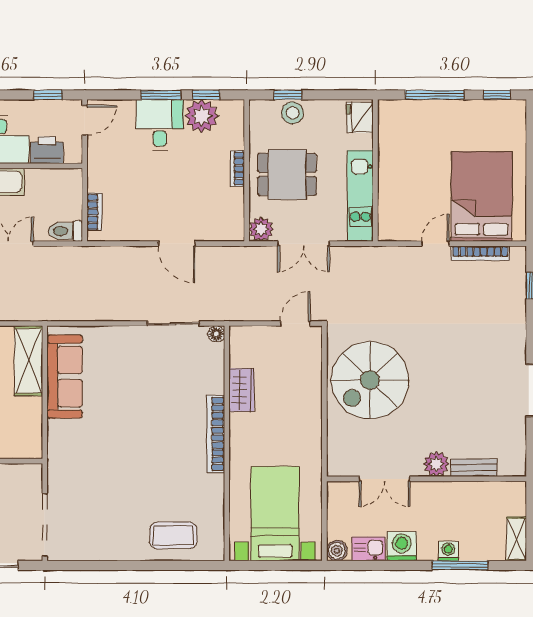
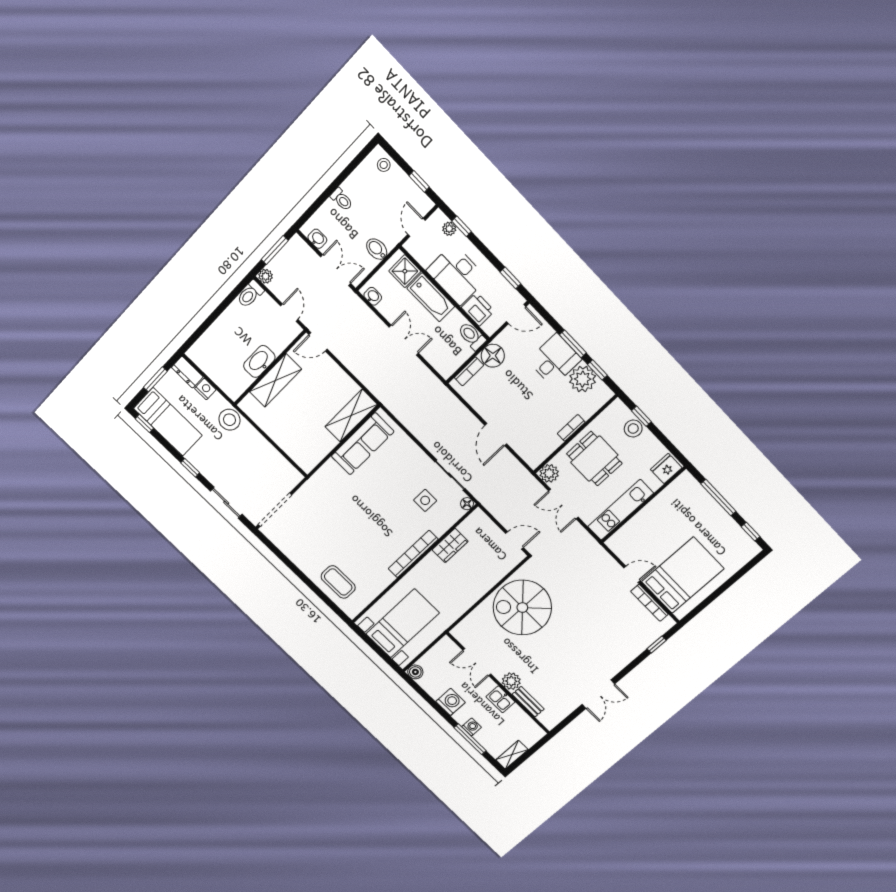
floor lamp: (101, 177) -> (493, 356), added
toilet: (65, 231) -> (472, 336), moved
side table: (175, 371) -> (425, 500), added
kitchen sink: (369, 549) -> (501, 699), moved, turned 180

